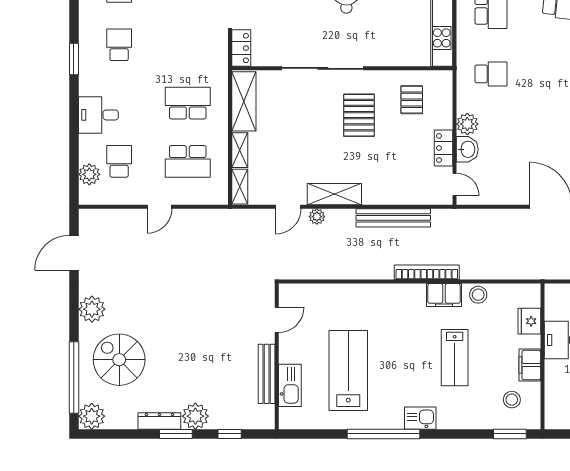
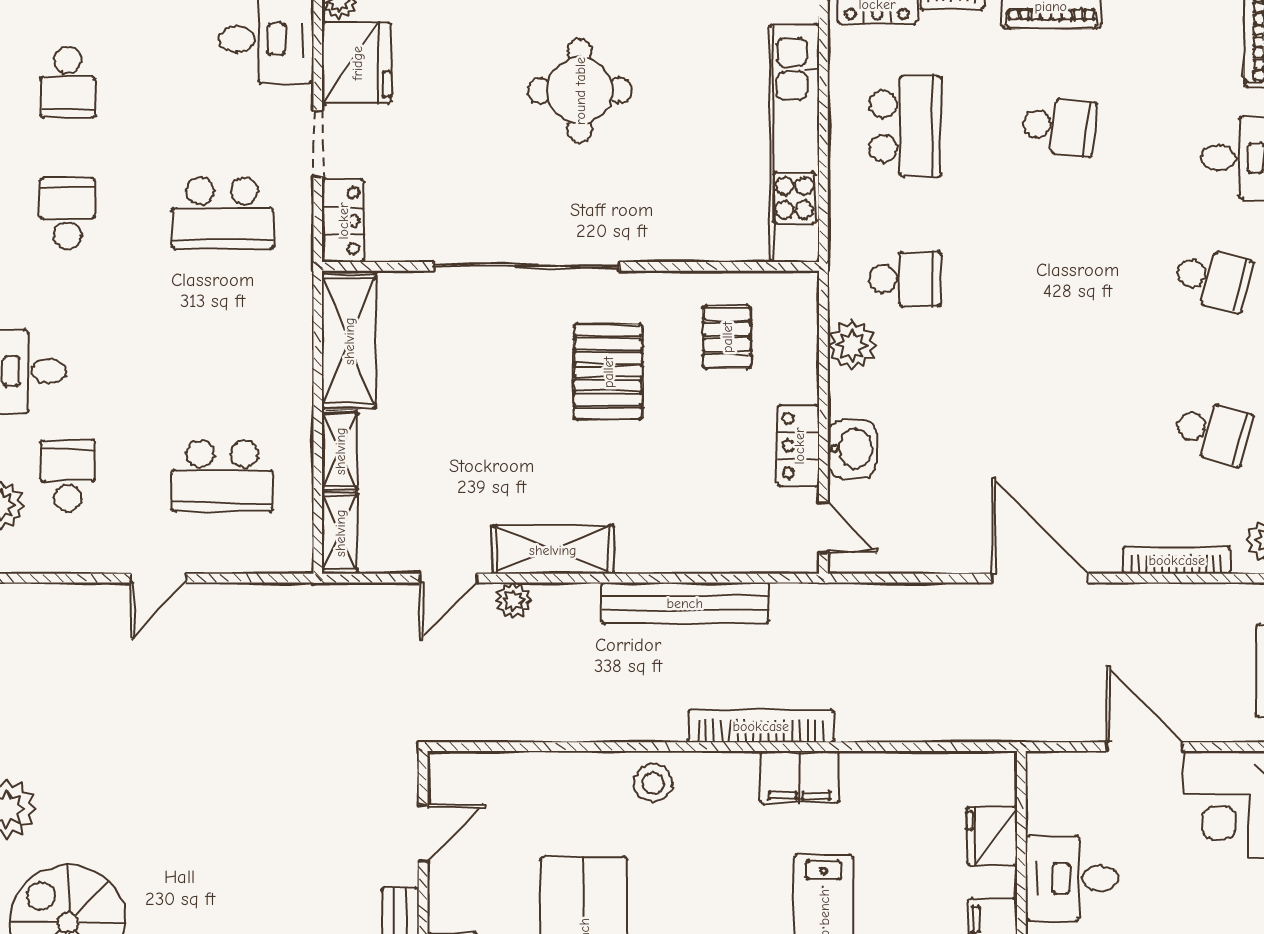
school desk: (188, 103) -> (222, 213), moved, turned 180
plant: (467, 124) -> (852, 345), moved
stool: (478, 295) -> (653, 783), moved

